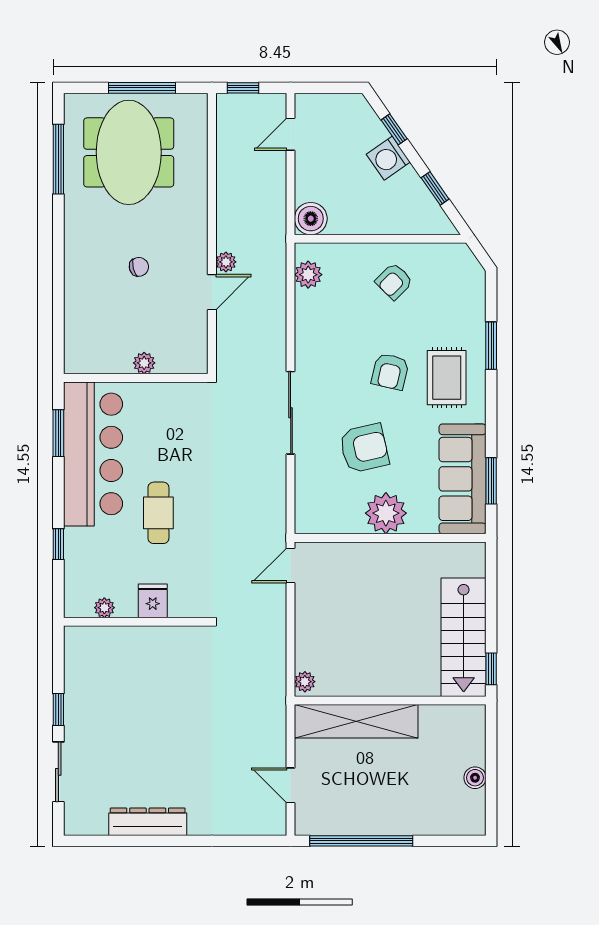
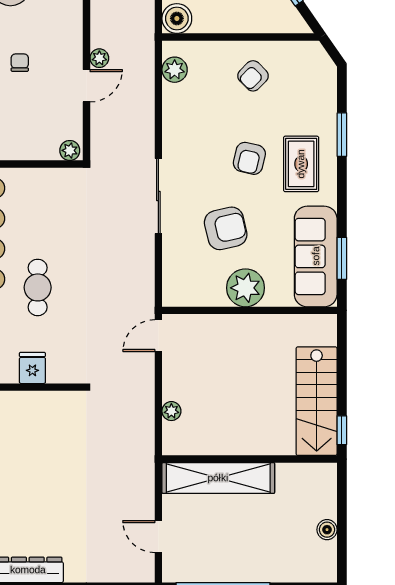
chair: (139, 267) -> (20, 63), turned -76
plant: (144, 363) -> (70, 150), moved
plant: (305, 682) -> (171, 411), moved

